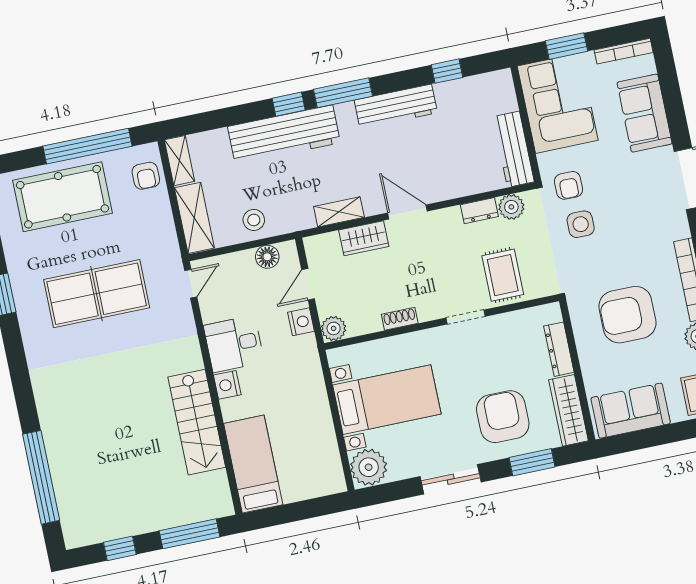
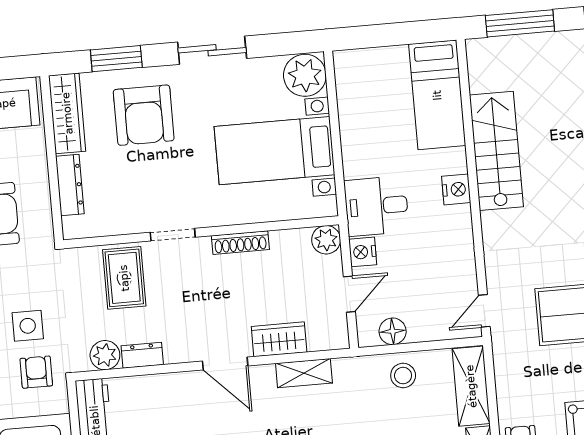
shoe rack: (400, 319) -> (240, 243), width x1.43
desk: (234, 344) -> (376, 206), moved, turned 180

